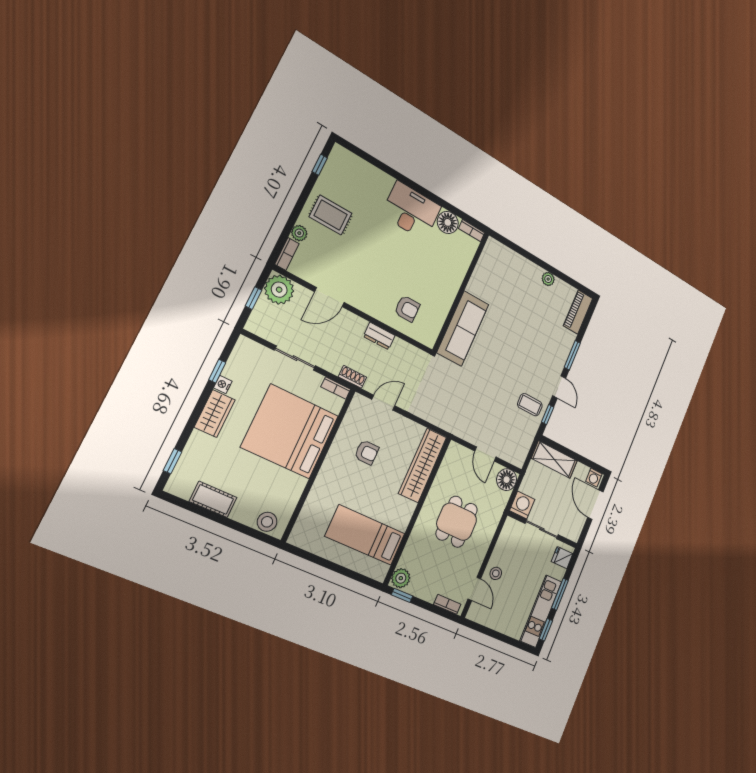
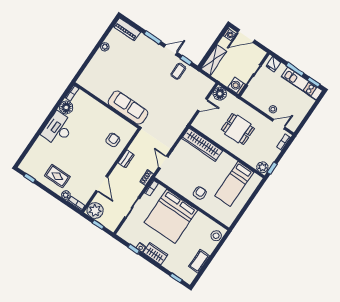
rug: (331, 215) -> (57, 176), turned 90
armchair: (367, 452) -> (200, 193), moved

